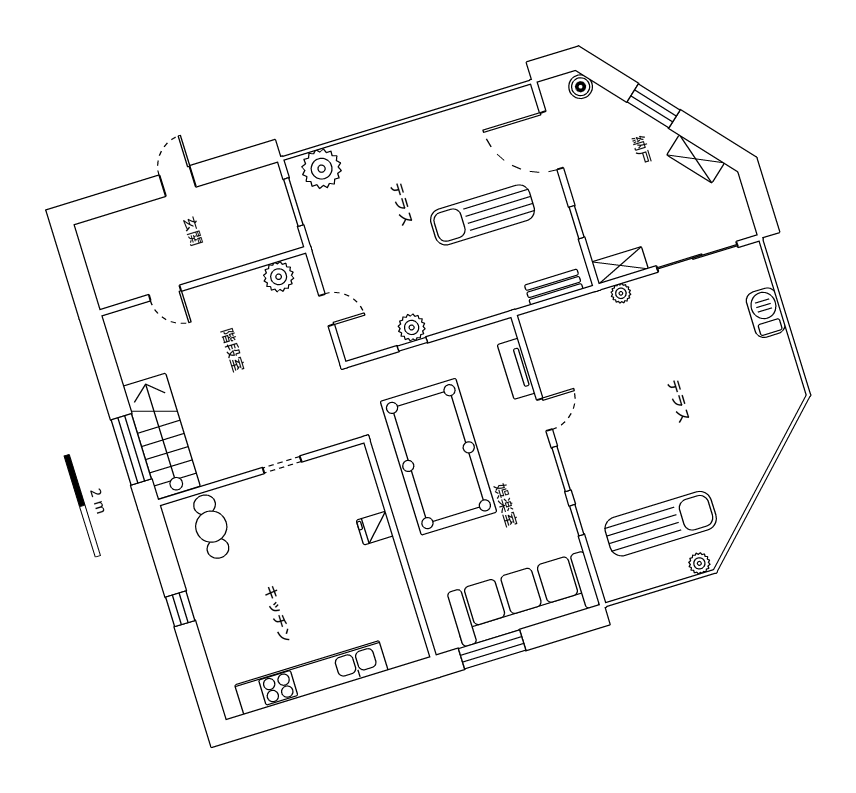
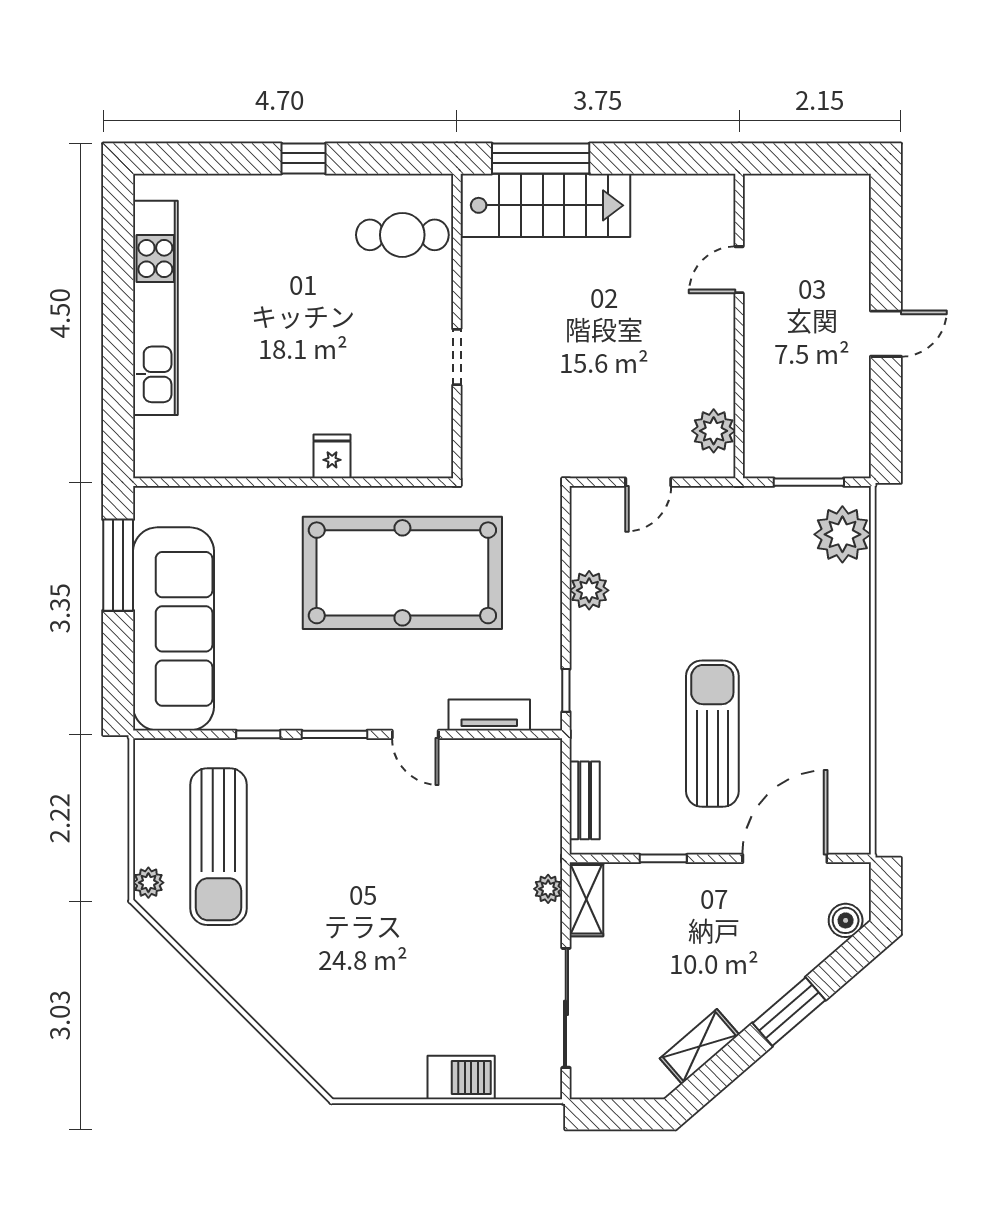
door: (178, 181) -> (886, 334), hinge flipped
window: (412, 344) -> (566, 690), moved

